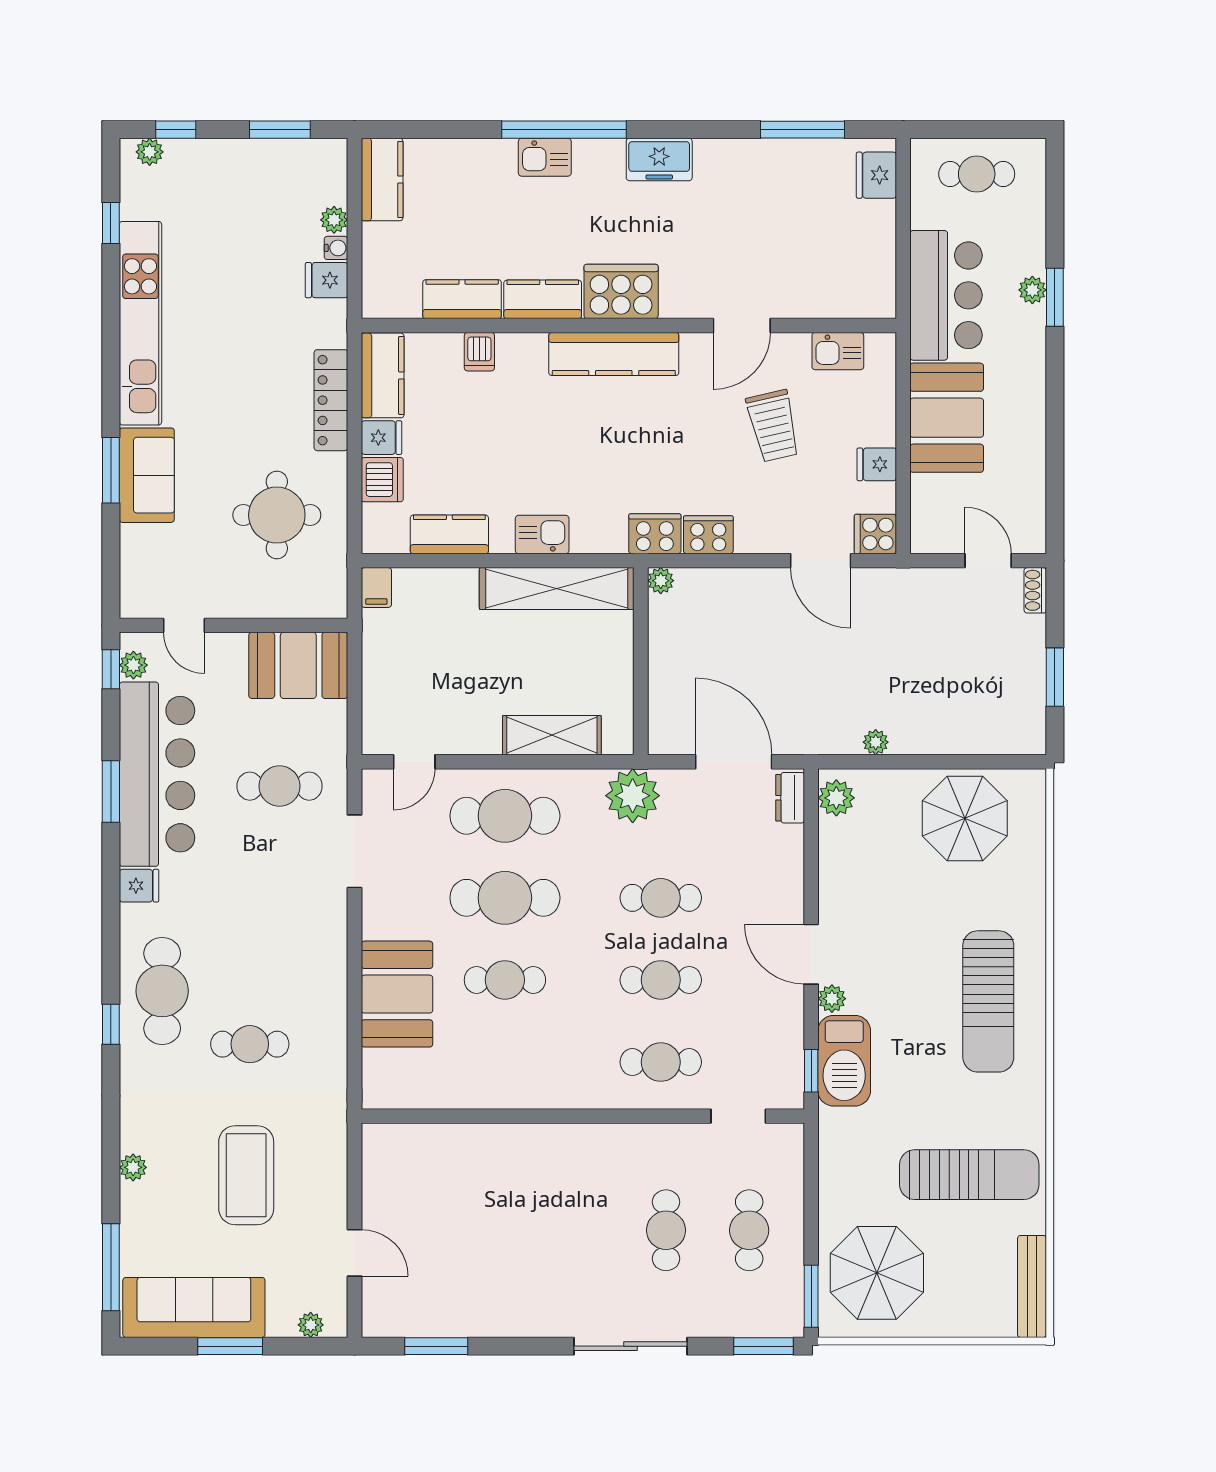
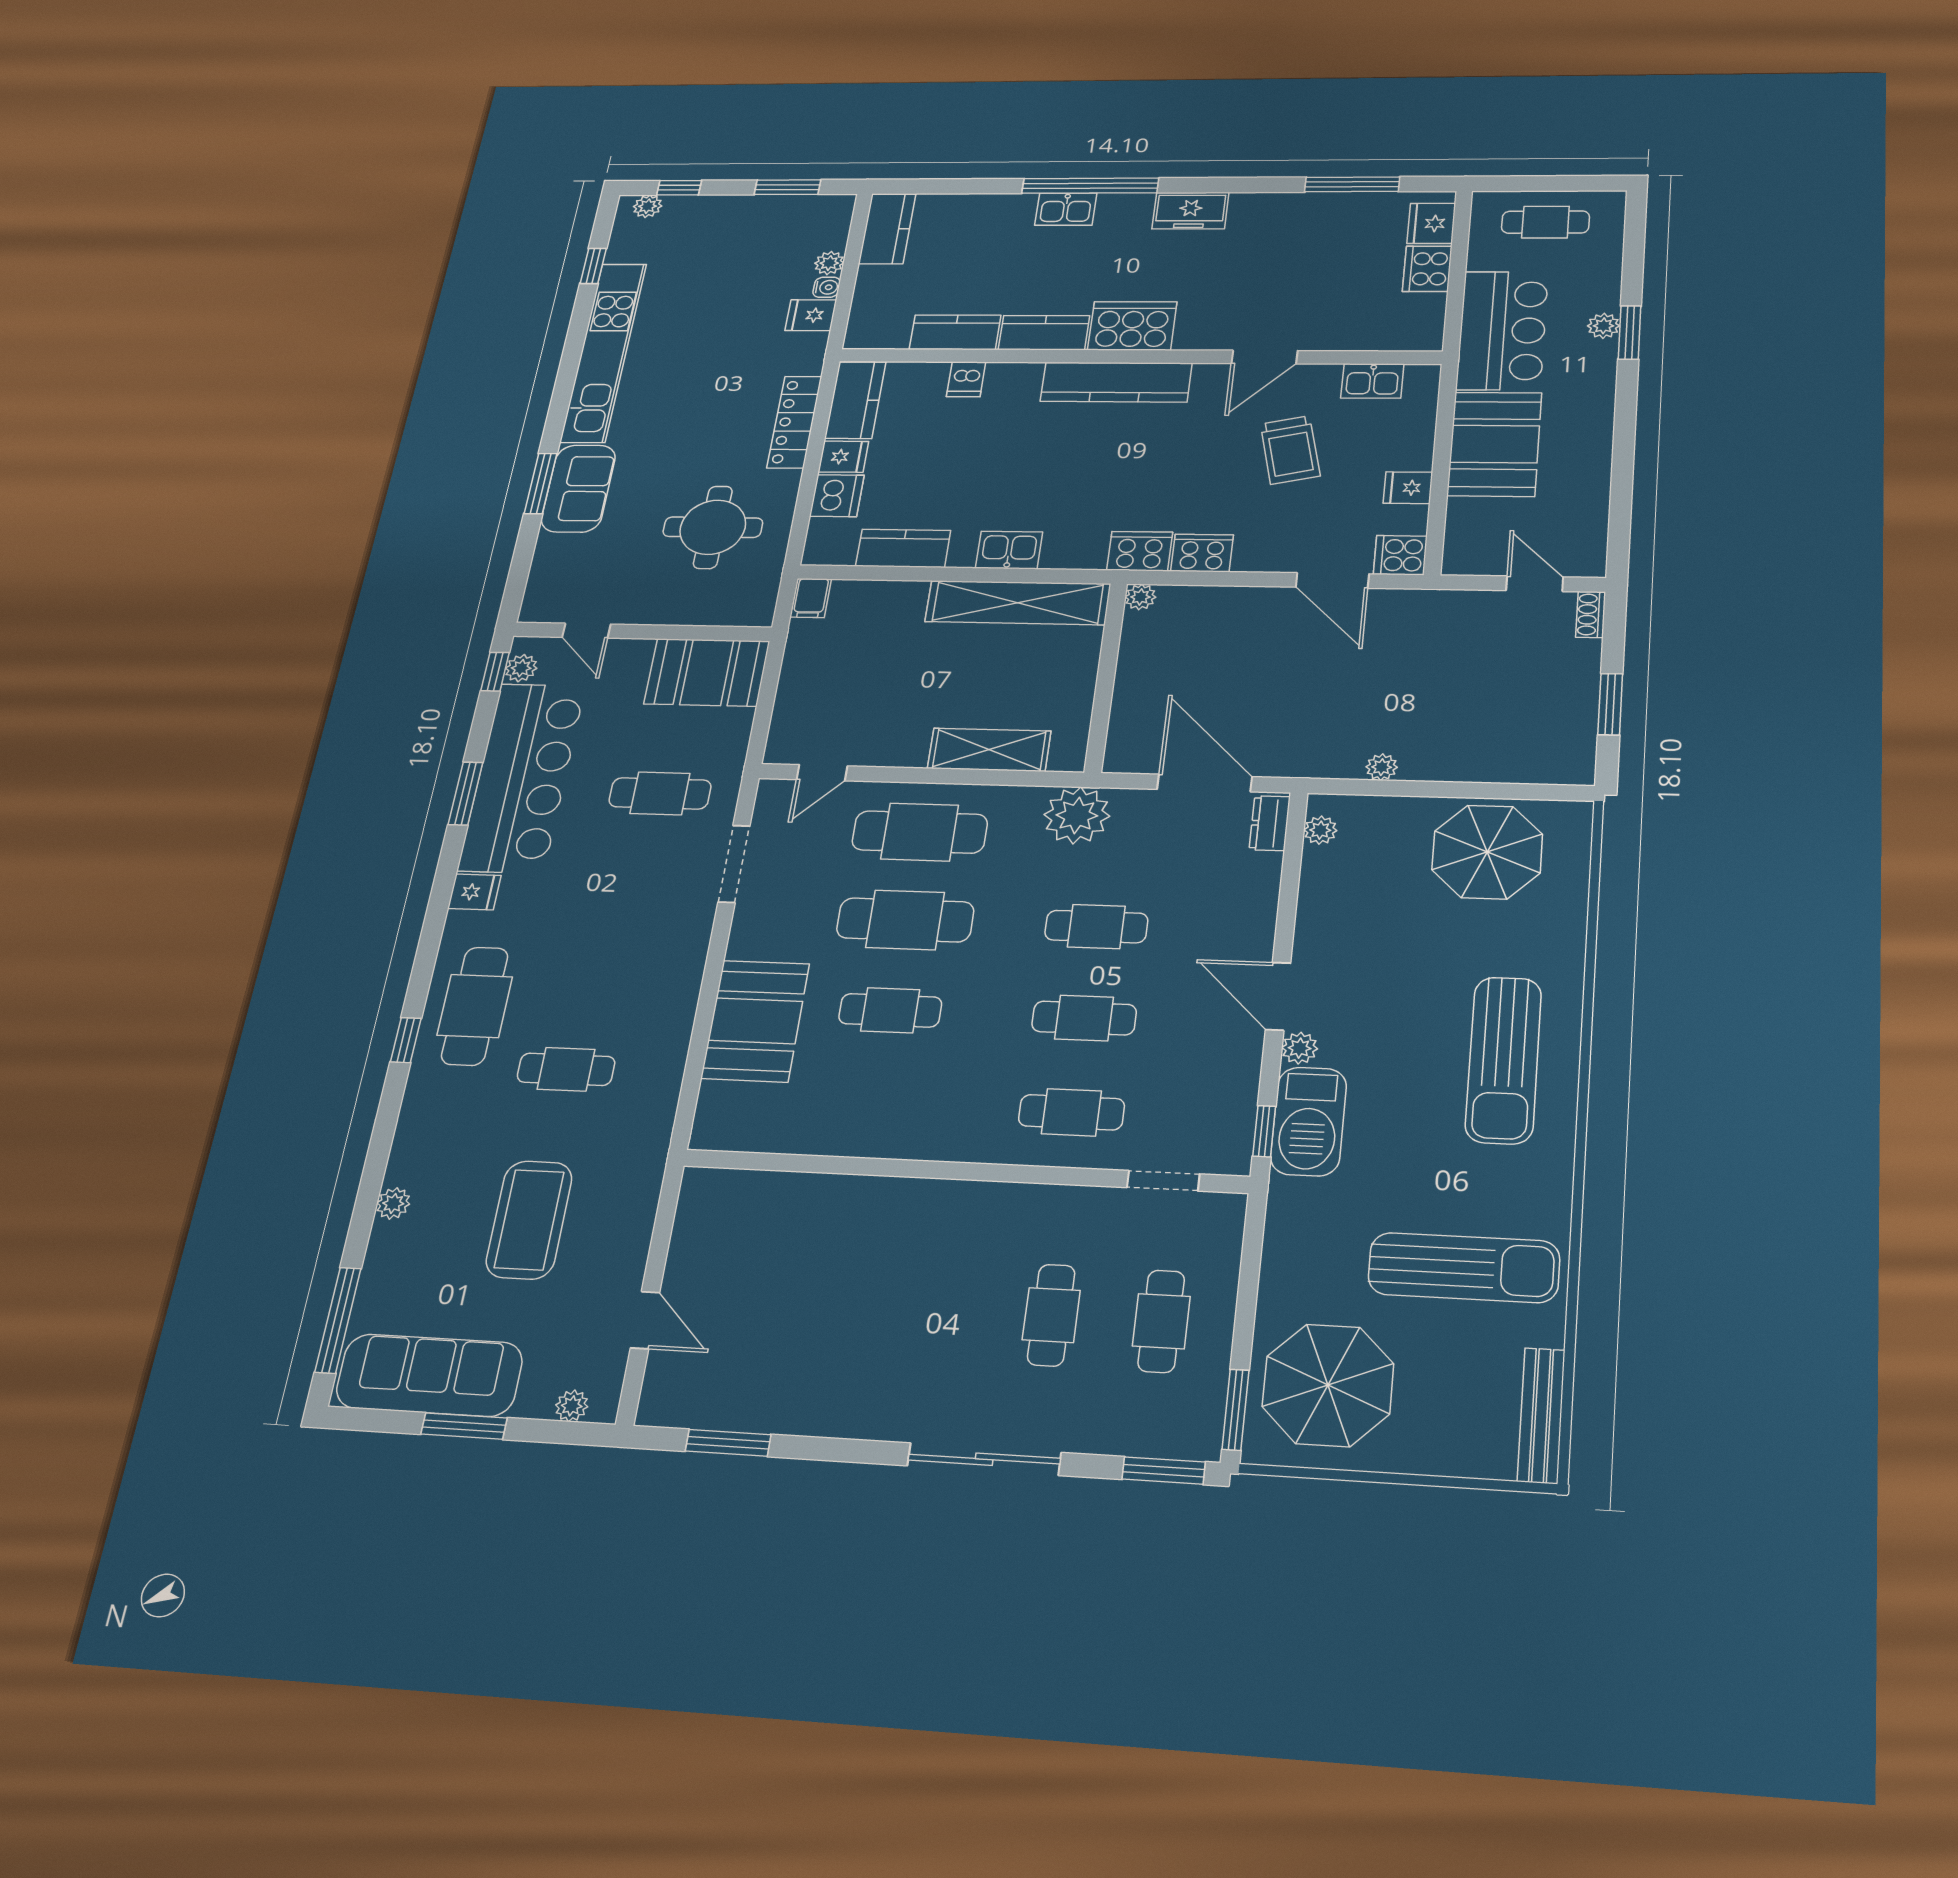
cooker: (876, 227) -> (1427, 269), added
plant: (836, 798) -> (1320, 830), width x0.73, depth x0.73

